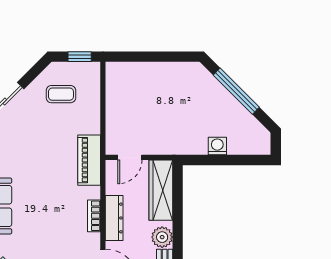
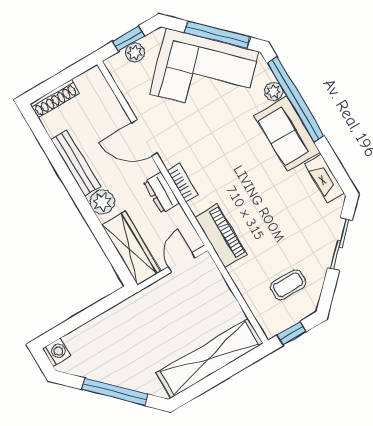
shelving: (151, 74) -> (210, 358), added
washing machine: (217, 146) -> (57, 352), moved, turned -90
dresser: (114, 218) -> (162, 192), width x0.70

